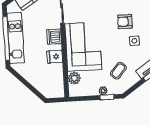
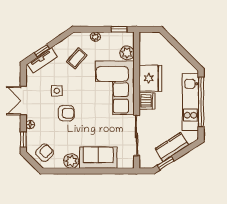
fridge: (55, 57) -> (150, 78), width x1.88, depth x1.34
window: (107, 97) -> (119, 29), moved

